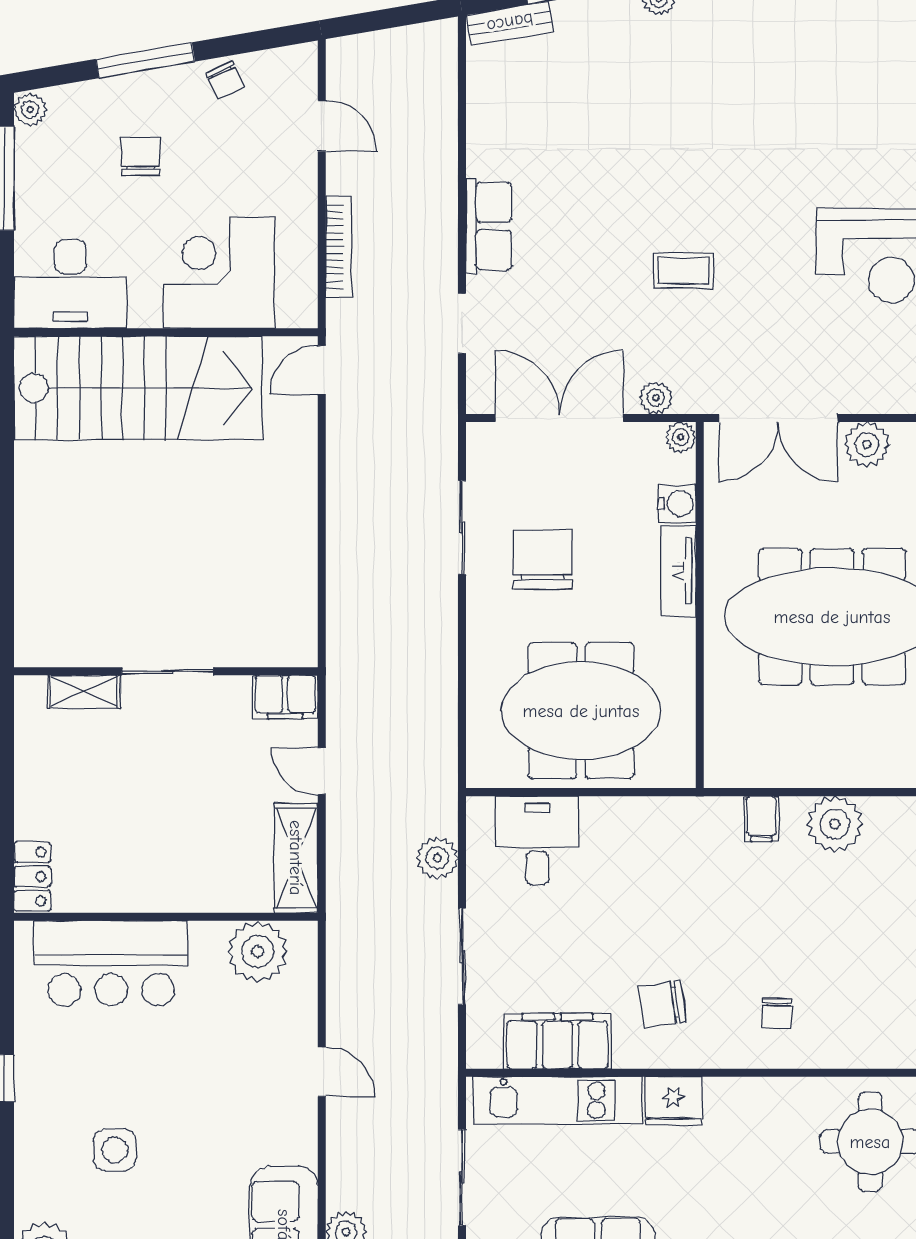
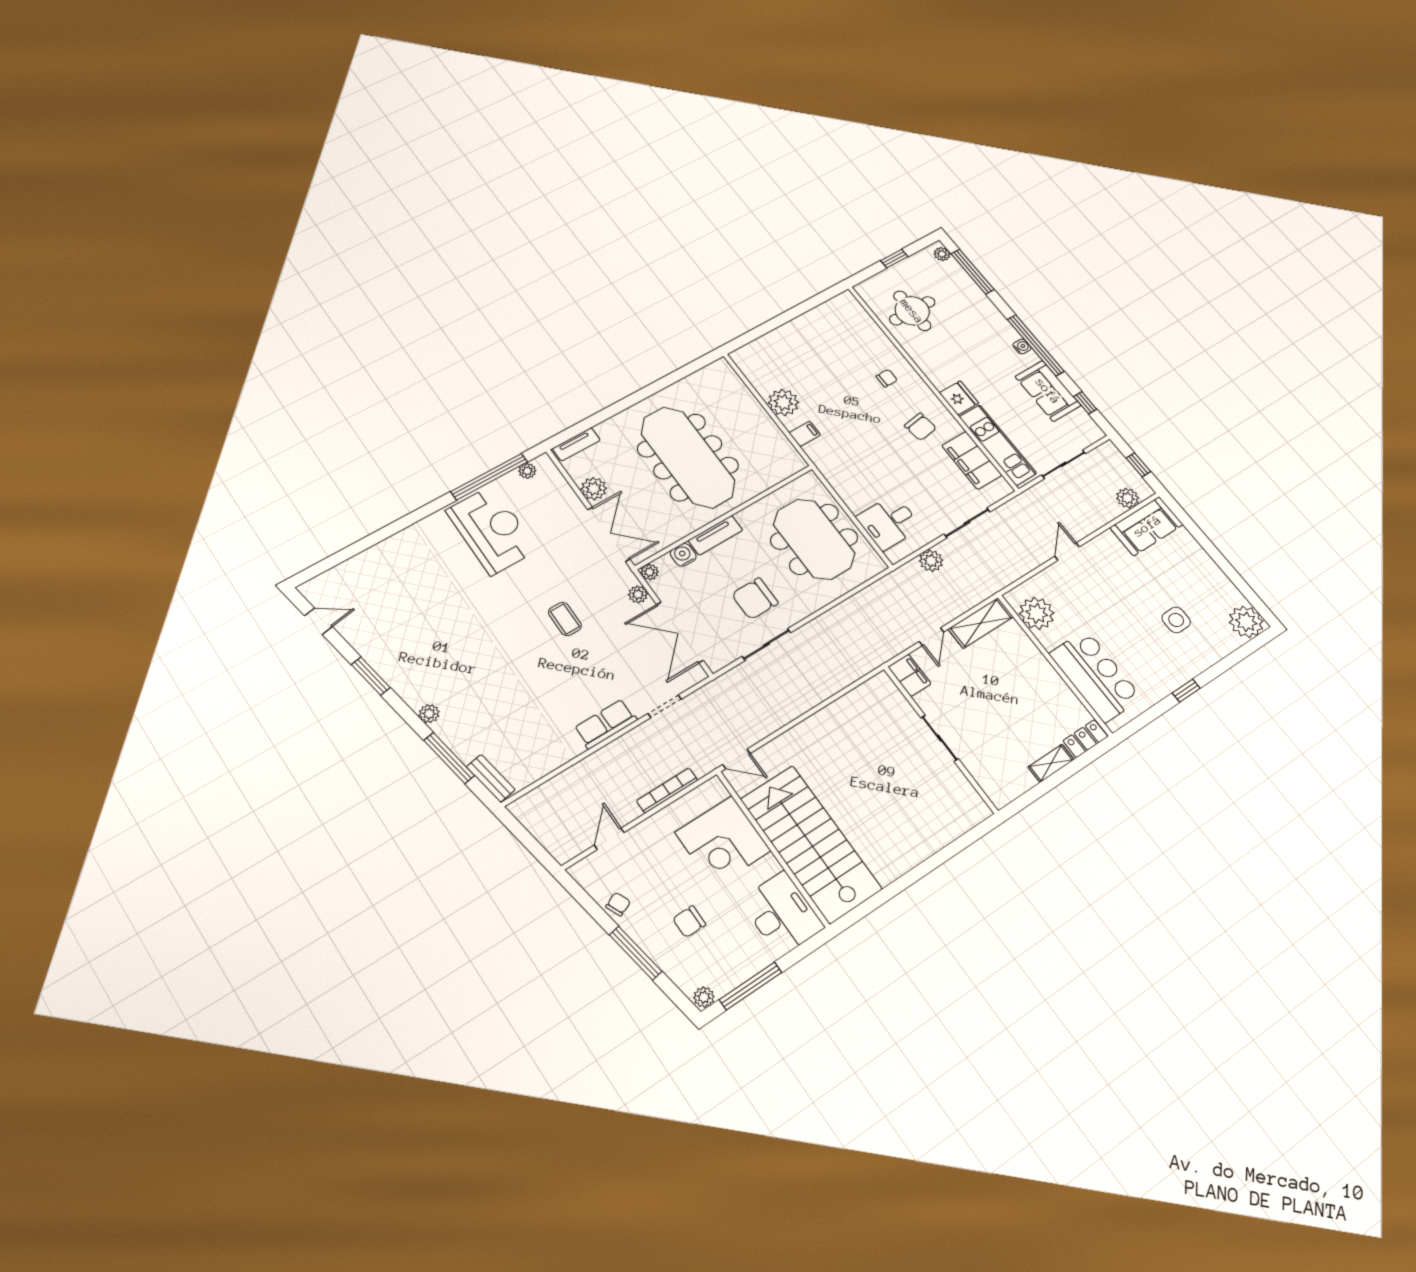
shelving: (84, 692) -> (1051, 763), moved, turned 90

